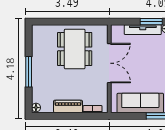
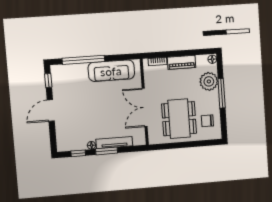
chair: (45, 44) -> (207, 121), added
plant: (41, 85) -> (209, 81), added

